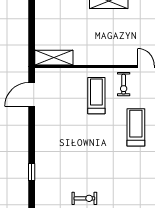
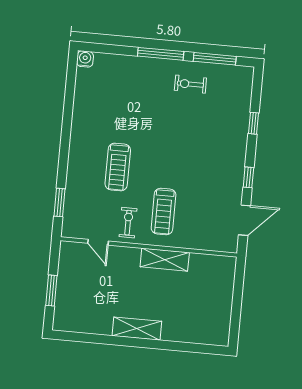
shelving: (54, 58) -> (165, 260), moved
window: (32, 129) -> (248, 177), added

